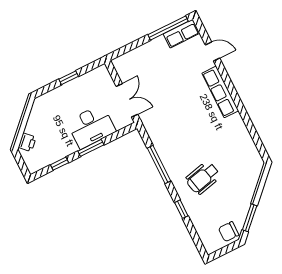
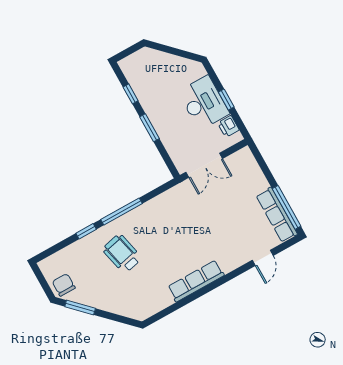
row of seats: (181, 34) -> (277, 215), width x1.48
row of seats: (220, 92) -> (196, 281), moved
desk: (91, 126) -> (204, 103), moved, turned 180
printer: (27, 142) -> (228, 126), moved, turned 45
window: (159, 165) -> (122, 212), moved

